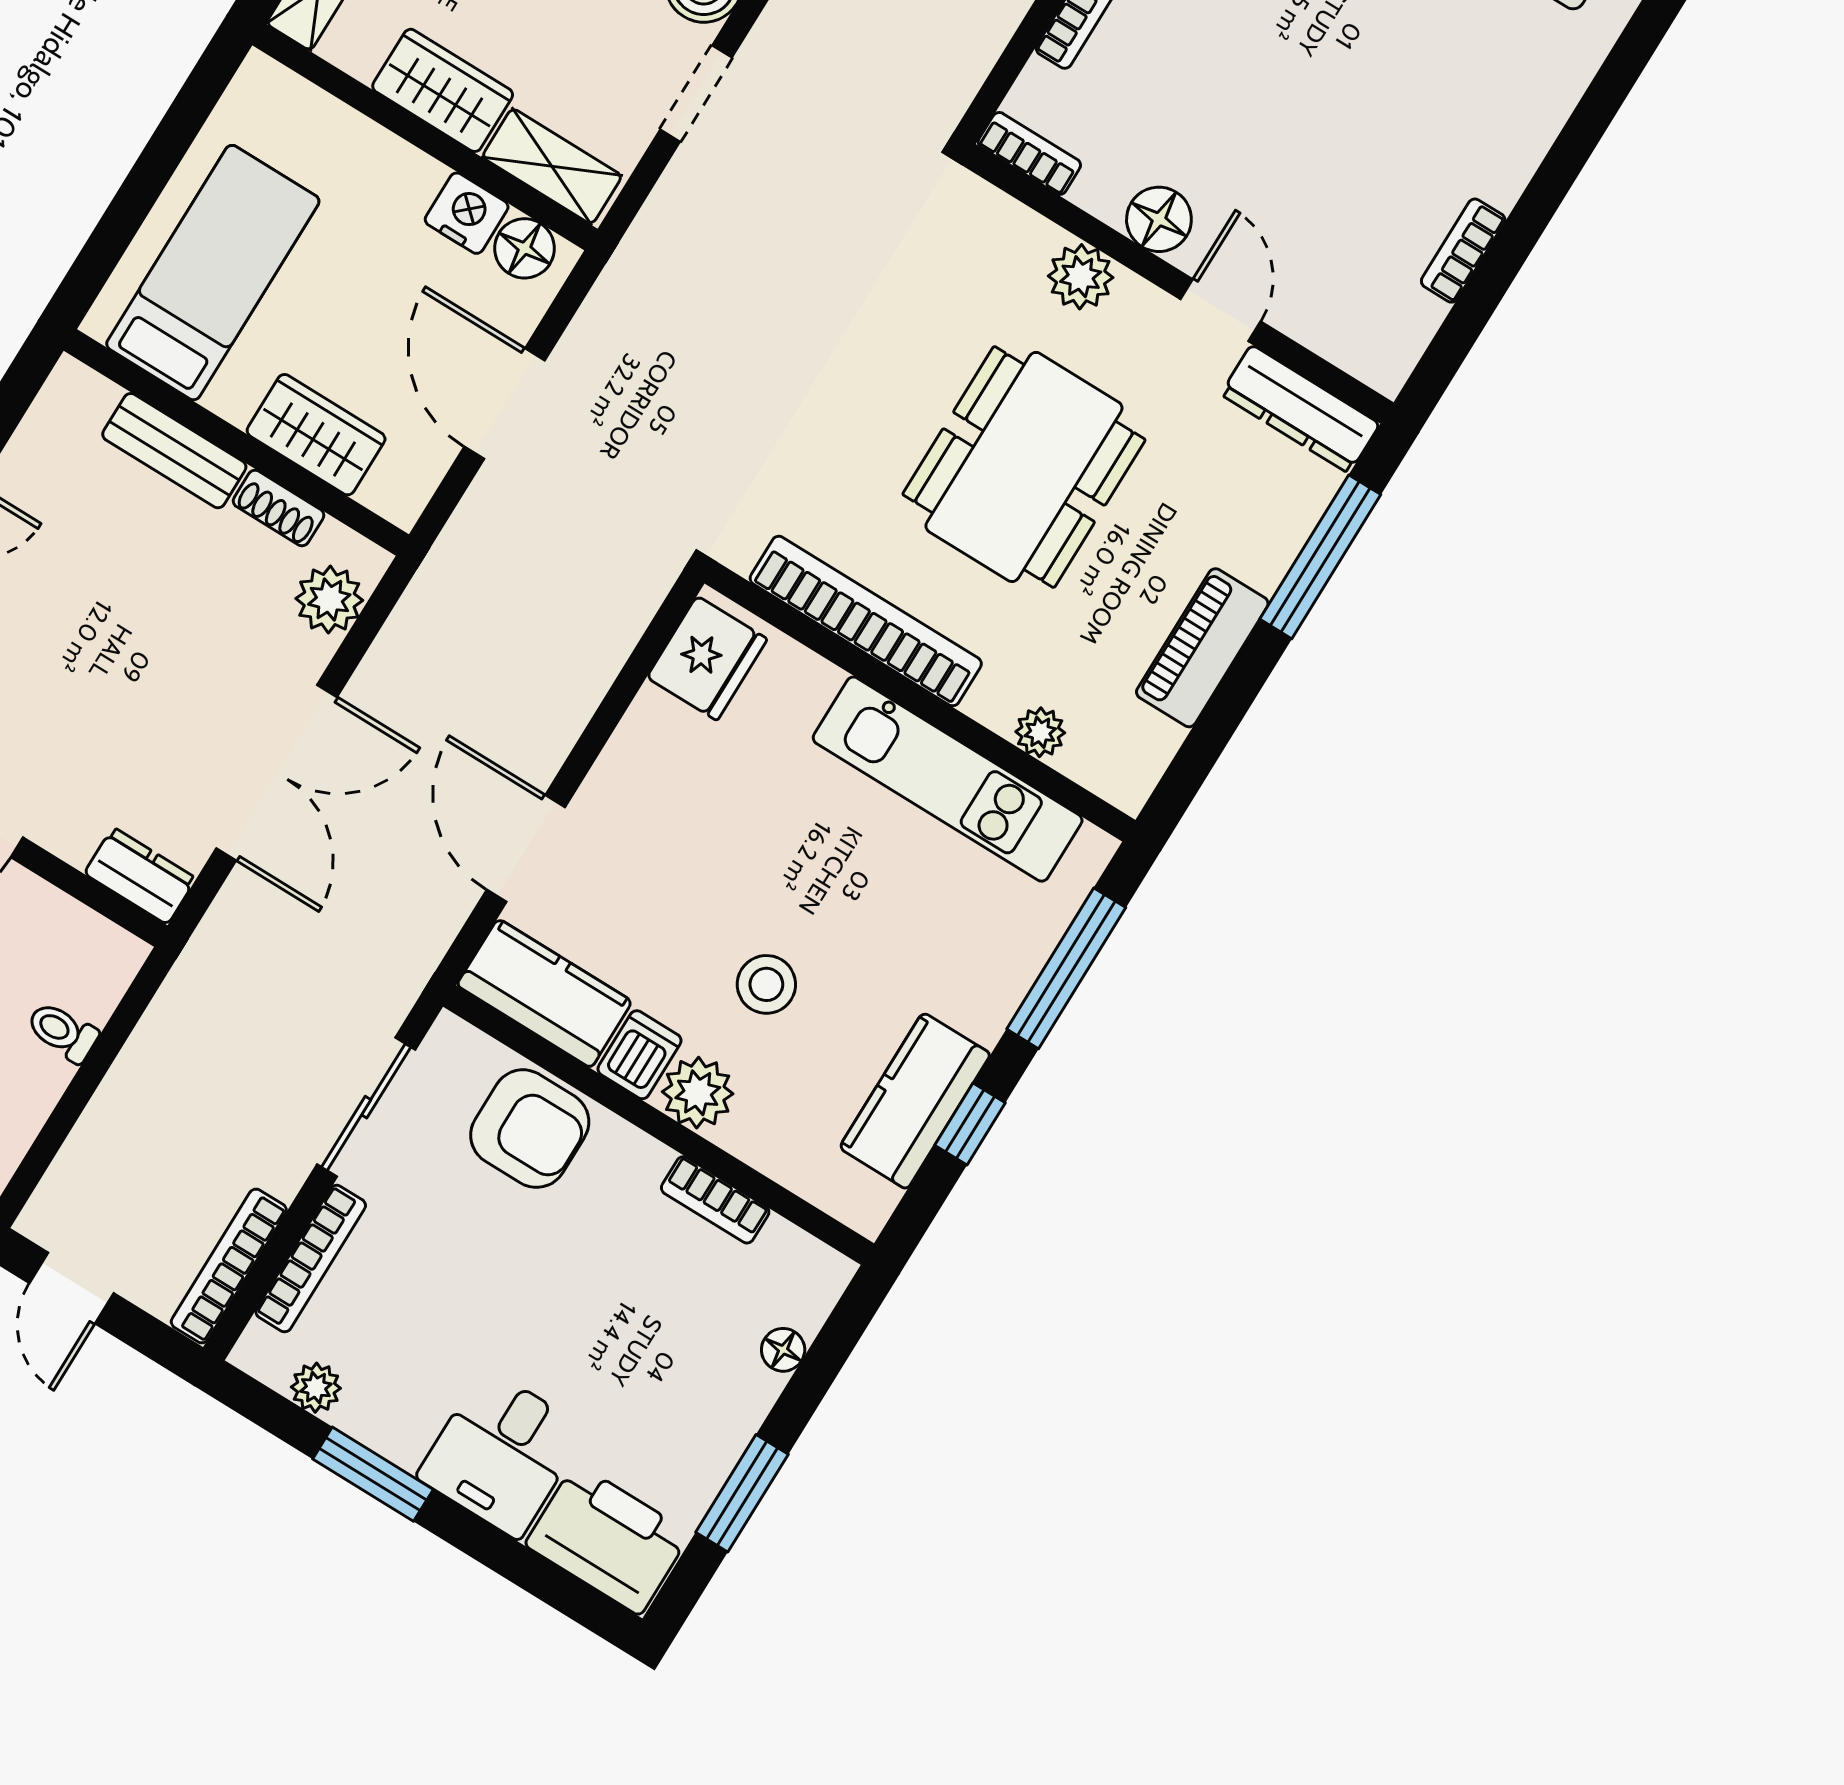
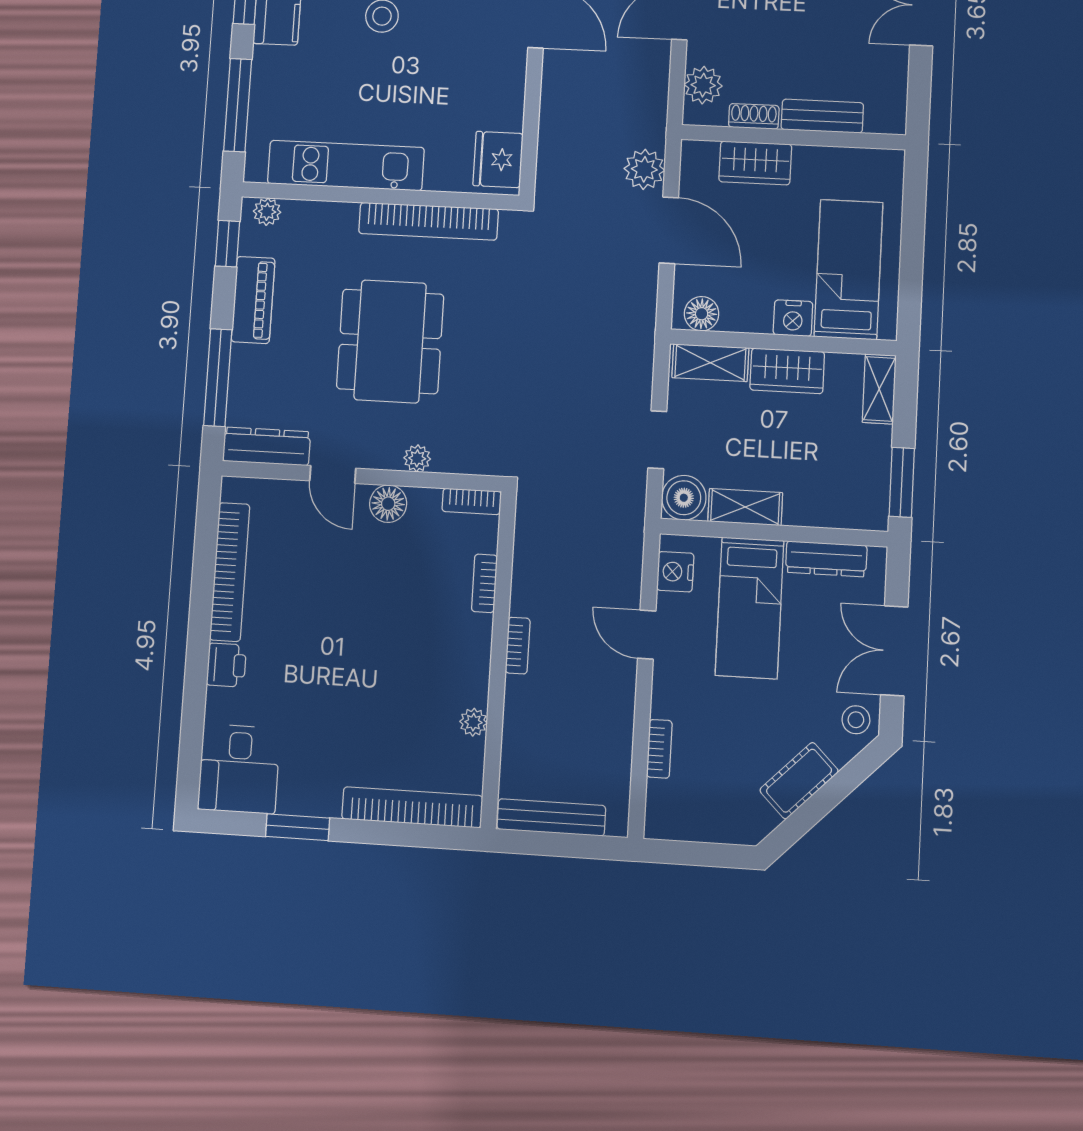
printer: (1537, 108) -> (226, 665), added
nightstand: (467, 213) -> (793, 318), moved
bookcase: (1463, 251) -> (230, 572), width x2.31, depth x1.31
bed: (213, 273) -> (849, 269), moved, turned 180
plant: (1081, 277) -> (417, 458), width x0.73, depth x0.73
plant: (491, 519) -> (644, 169), added
plant: (1040, 732) -> (267, 212), moved
window: (1196, 758) -> (228, 244), added

